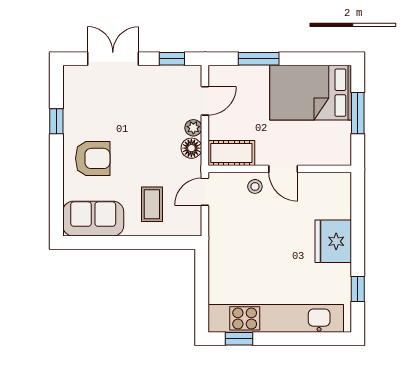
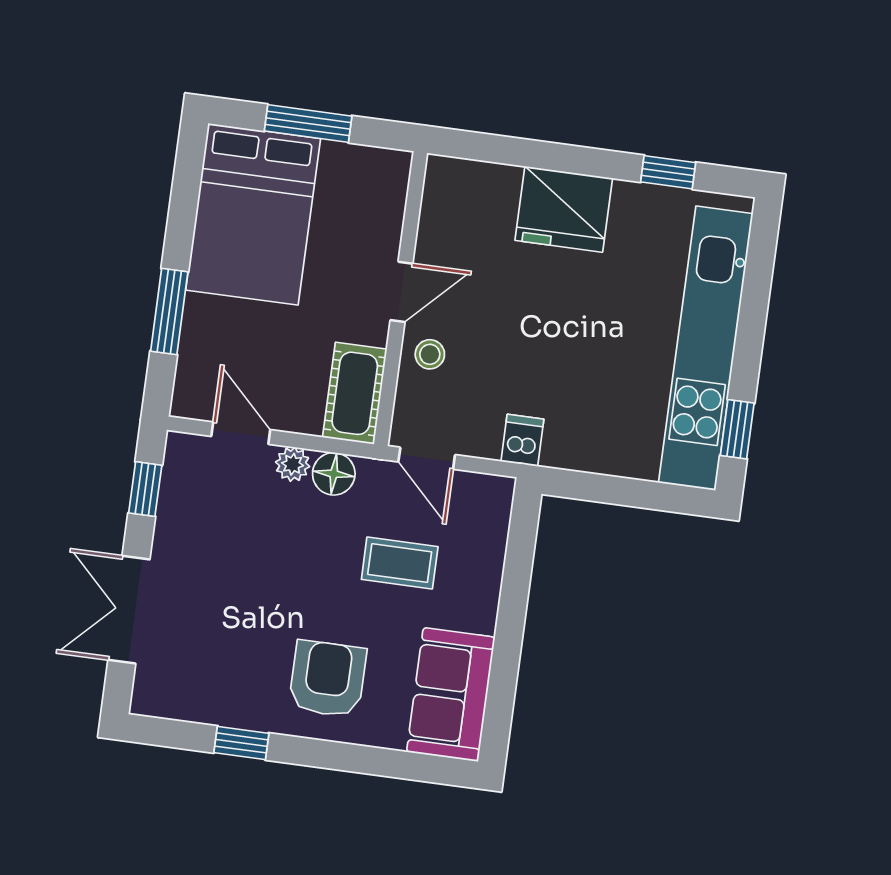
coffee table: (152, 204) -> (400, 563), moved
dishwasher: (220, 236) -> (522, 440), added

